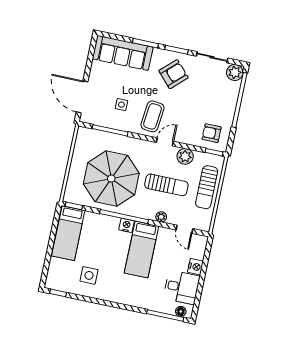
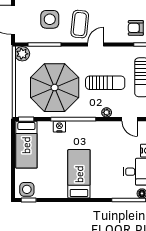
side table: (121, 105) -> (50, 19), width x1.87, depth x1.87
plant: (185, 156) -> (22, 54), moved
nightstand: (126, 225) -> (59, 127), moved
bed: (141, 250) -> (79, 174), moved, turned 180
side table: (89, 275) -> (27, 189), moved

